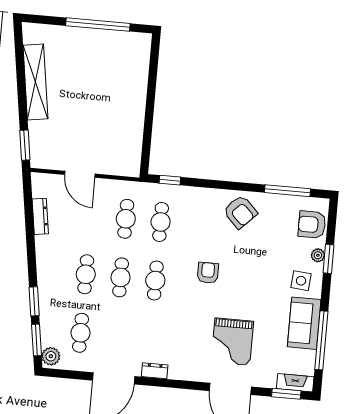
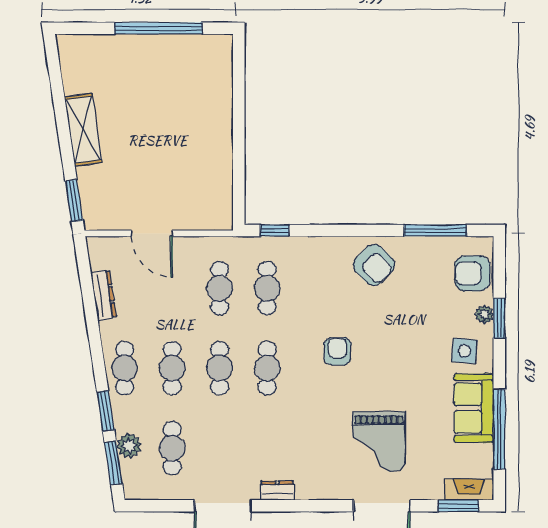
shelving: (35, 82) -> (83, 130), width x0.68
cafe table: (51, 271) -> (125, 368), added
plant: (51, 356) -> (129, 446), moved

